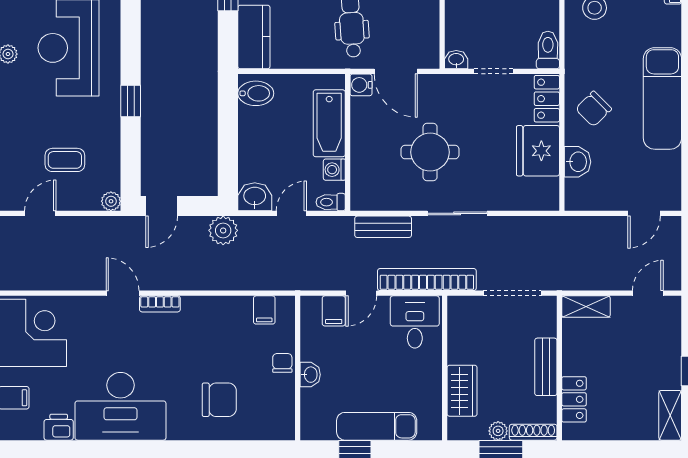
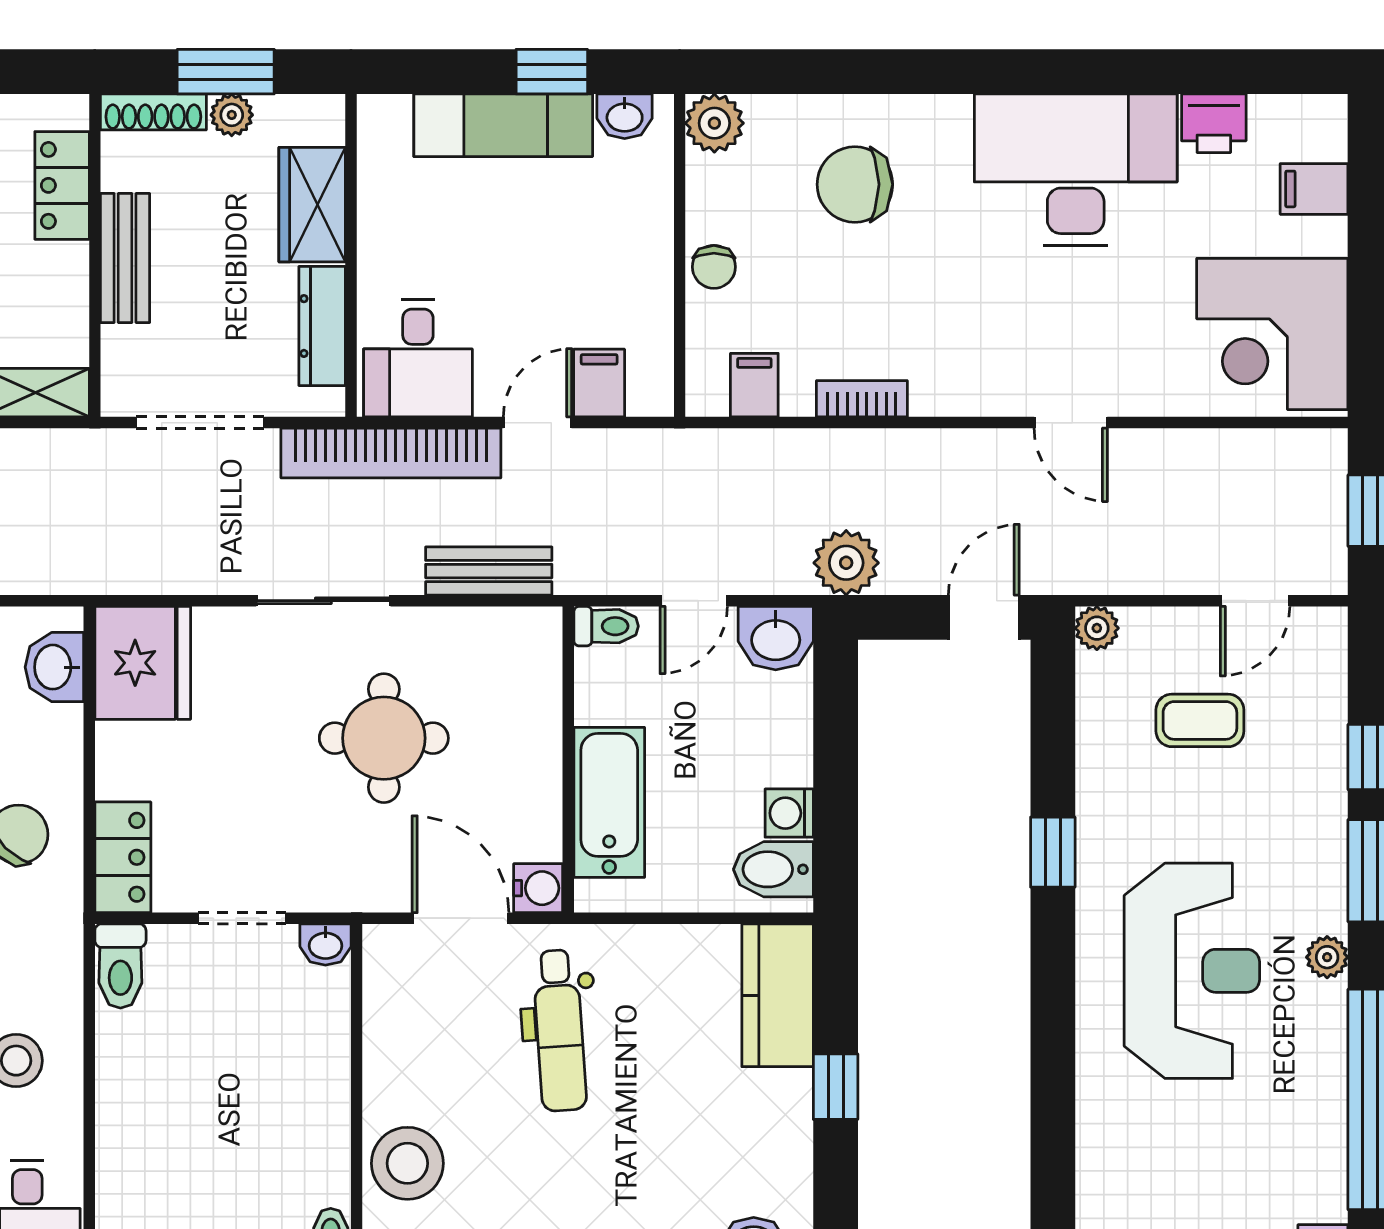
fridge: (538, 151) -> (143, 663), moved
washbasin: (577, 162) -> (54, 667), moved
washing machine: (334, 170) -> (789, 813), moved, turned 180
bookcase: (160, 304) -> (862, 399), moved
dresser: (458, 336) -> (322, 326), added
washbasin: (310, 375) -> (625, 116), moved, turned -90
plant: (282, 427) -> (714, 123), added

